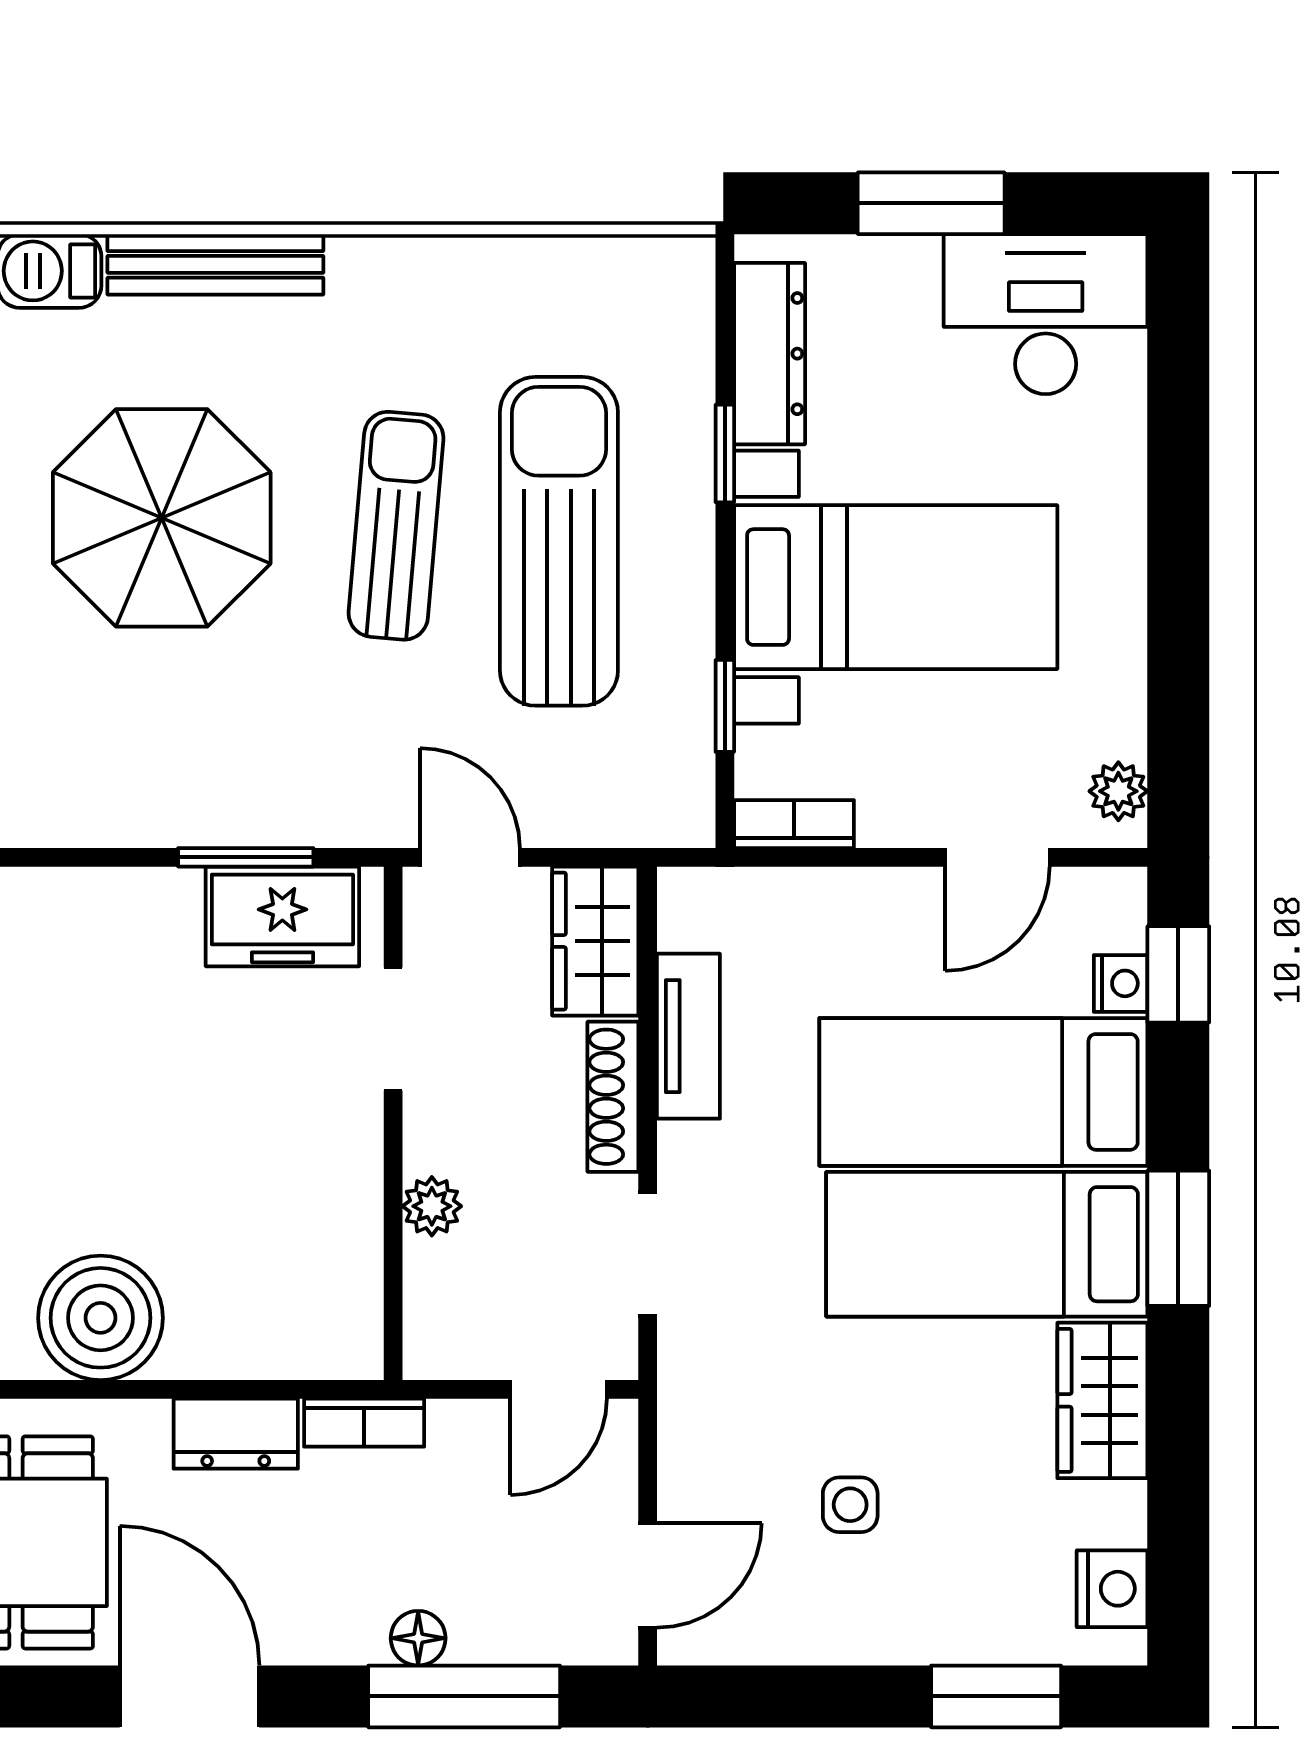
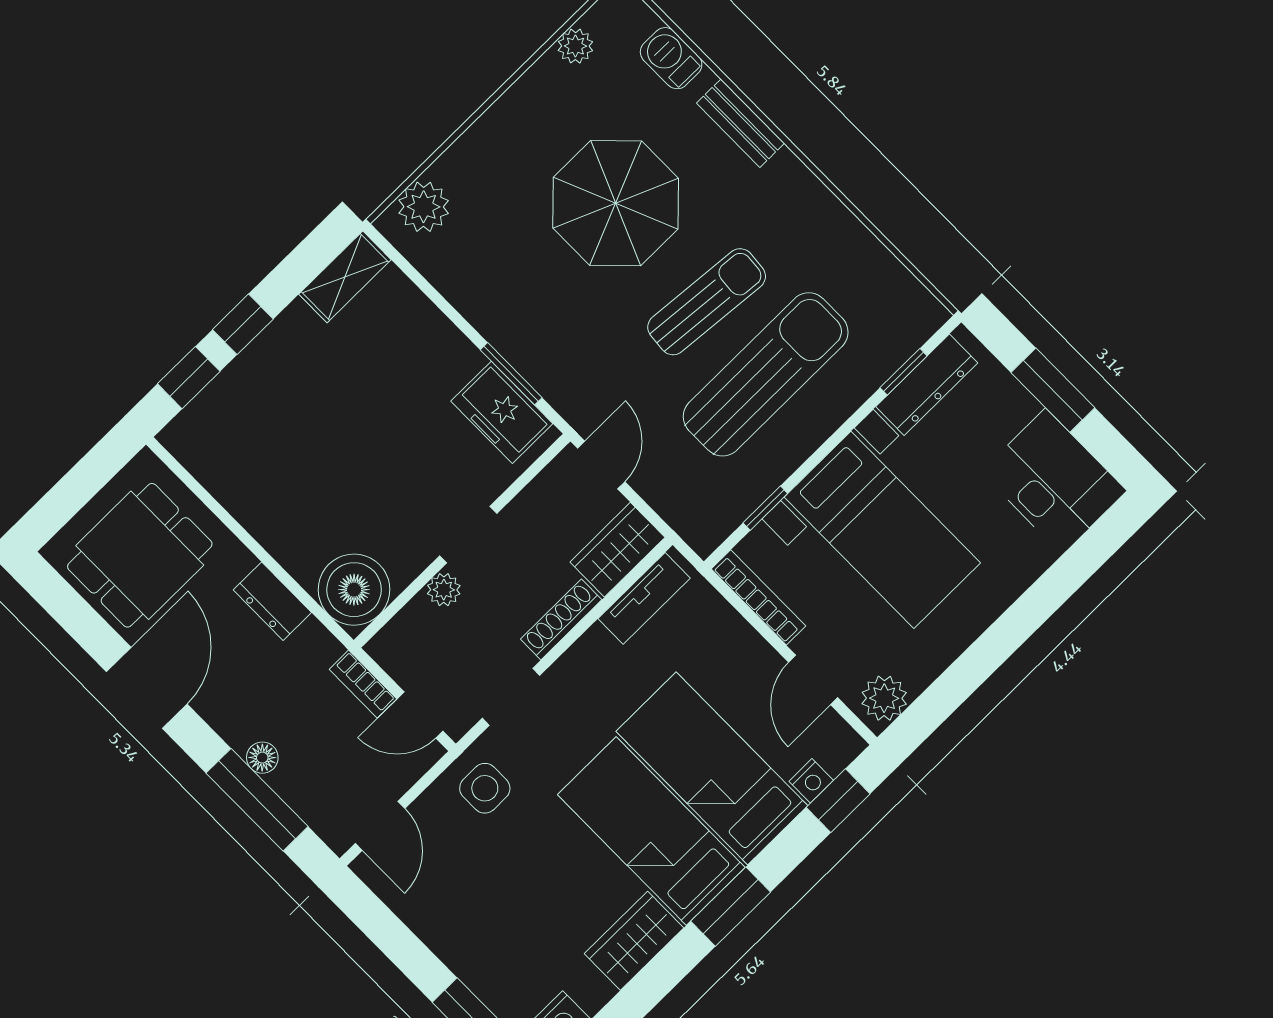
bench: (215, 264) -> (740, 123), width x0.73
window: (725, 453) -> (904, 372), moved
plant: (1118, 791) -> (884, 698), width x1.38, depth x1.38
bookcase: (794, 824) -> (758, 597), width x1.56
door: (997, 857) -> (813, 680), hinge flipped
doorway: (393, 1029) -> (468, 535), moved
tv unit: (688, 1036) -> (644, 598), moved
boiler: (101, 1318) -> (354, 590), moved
bookcase: (364, 1423) -> (363, 684), moved
side table: (850, 1505) -> (485, 788), moved, width x1.37, depth x1.37
door: (648, 1575) -> (380, 826), hinge flipped

